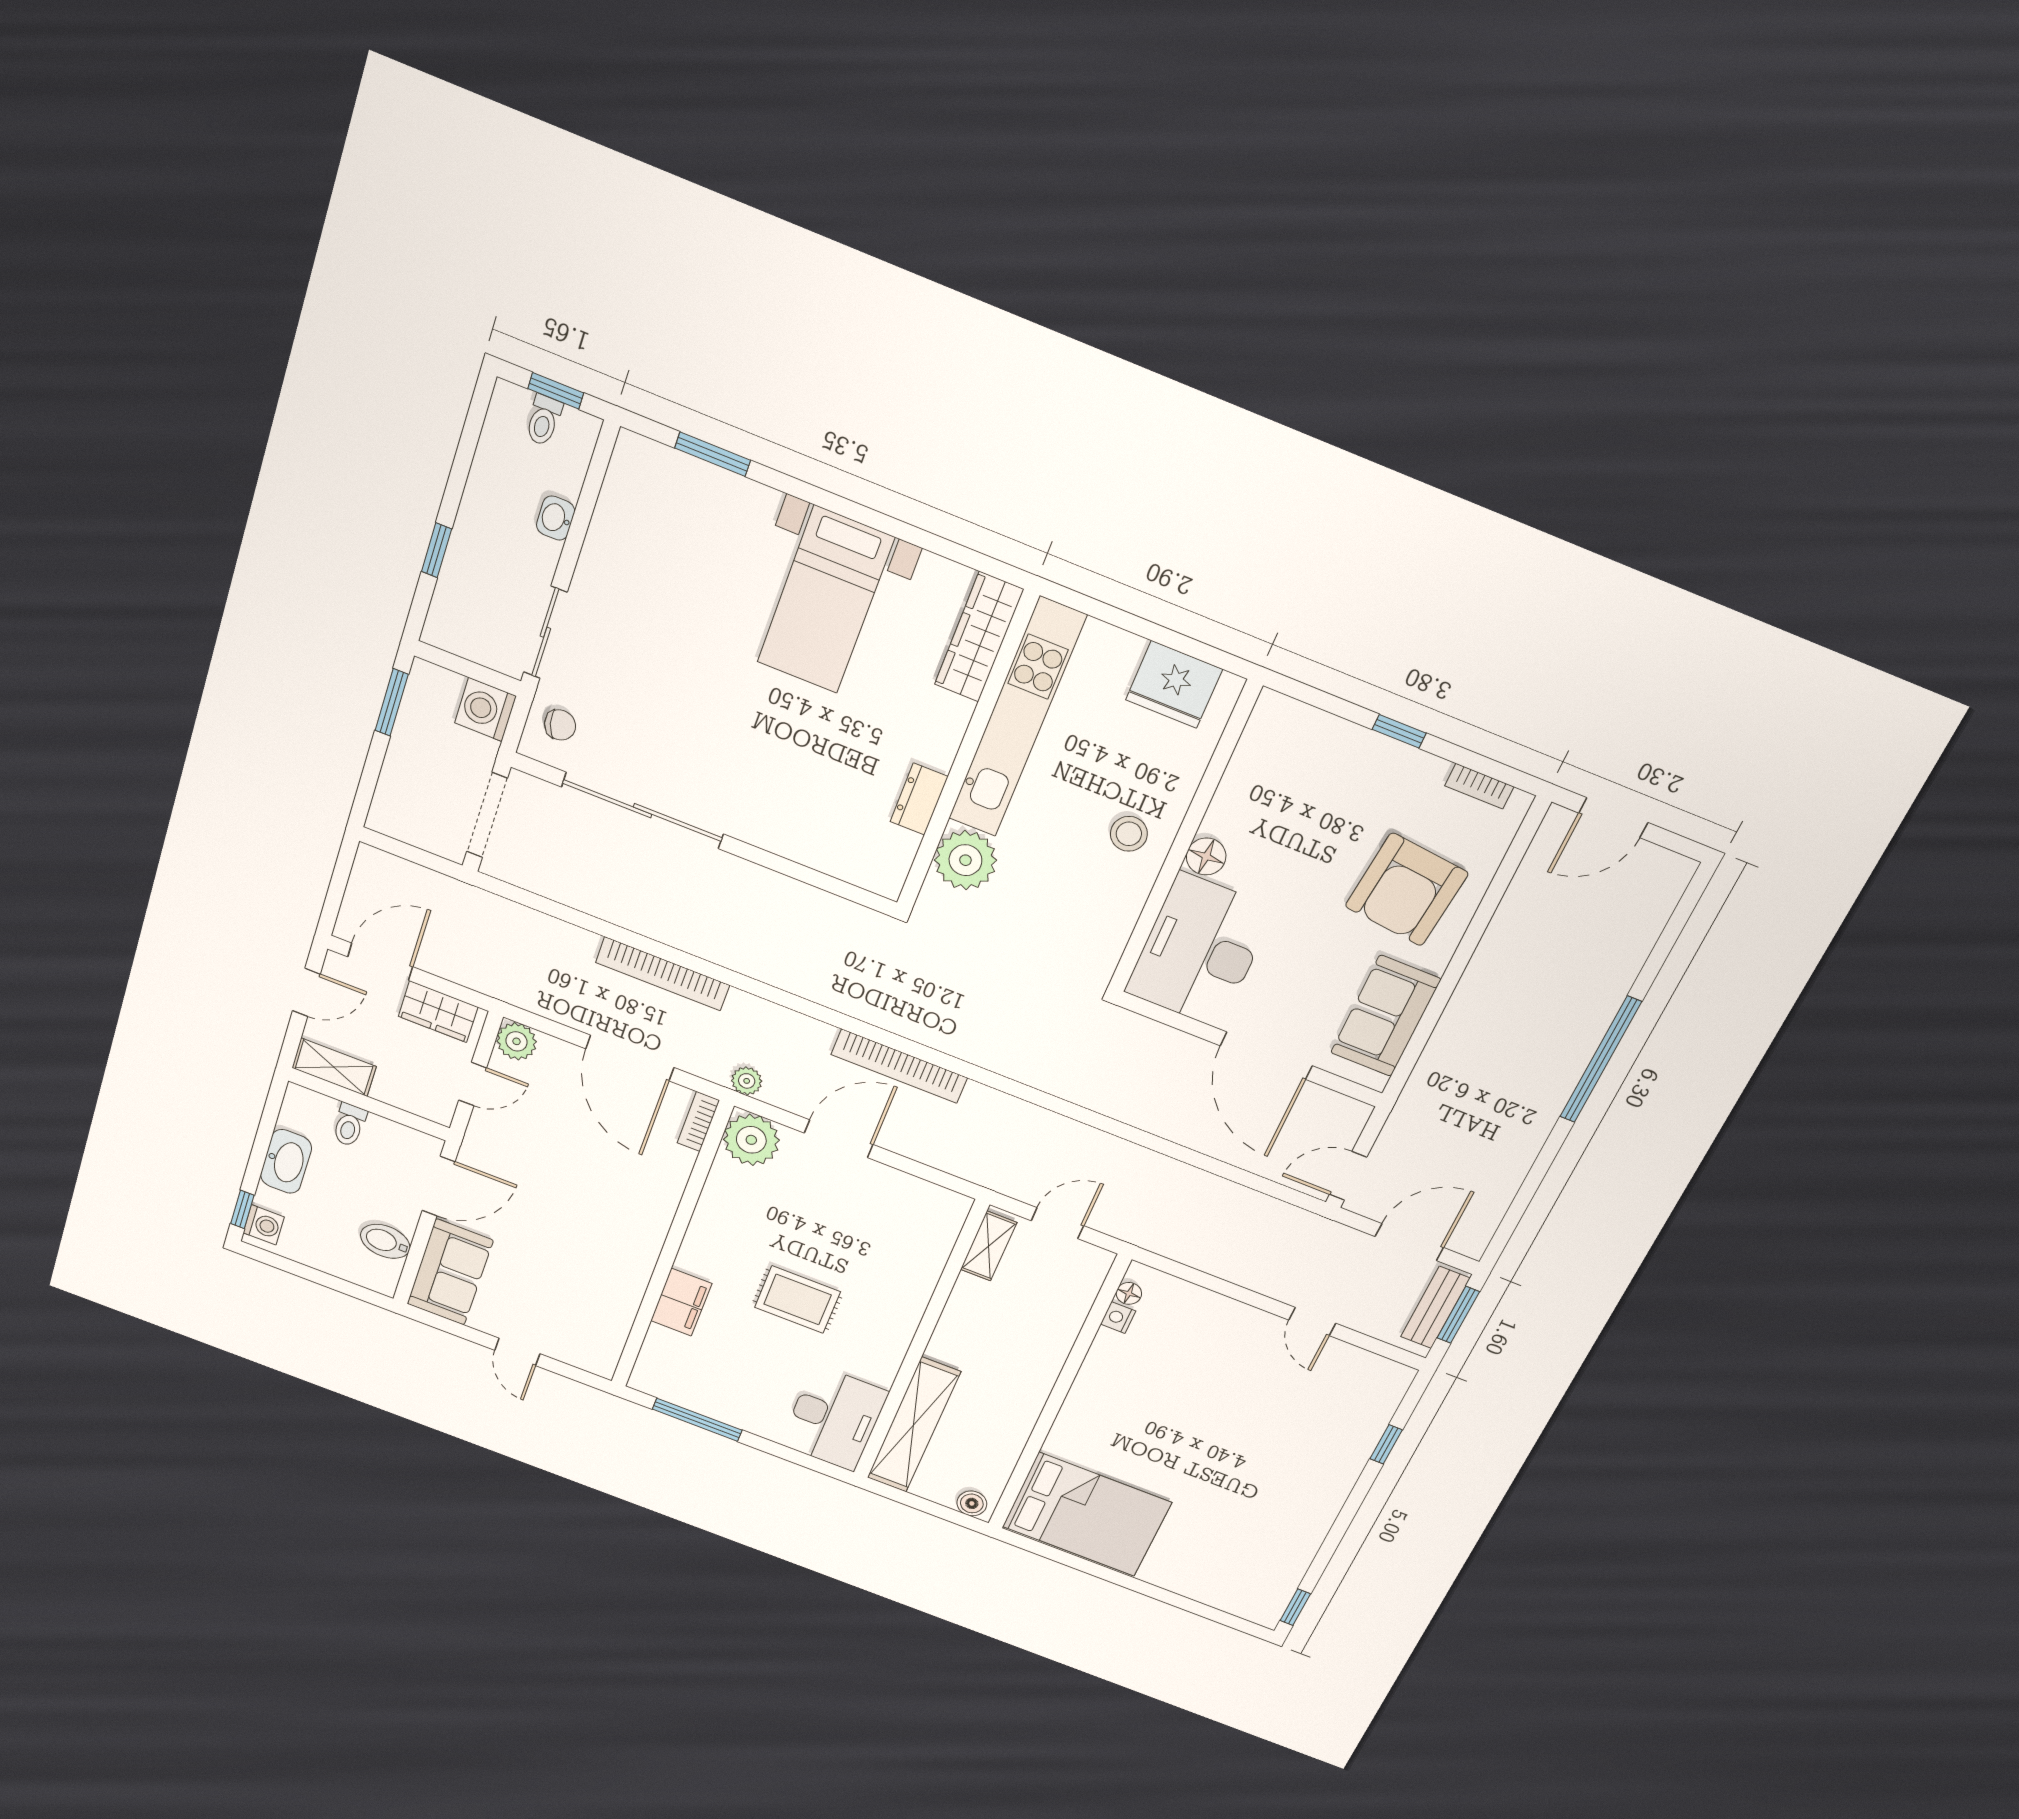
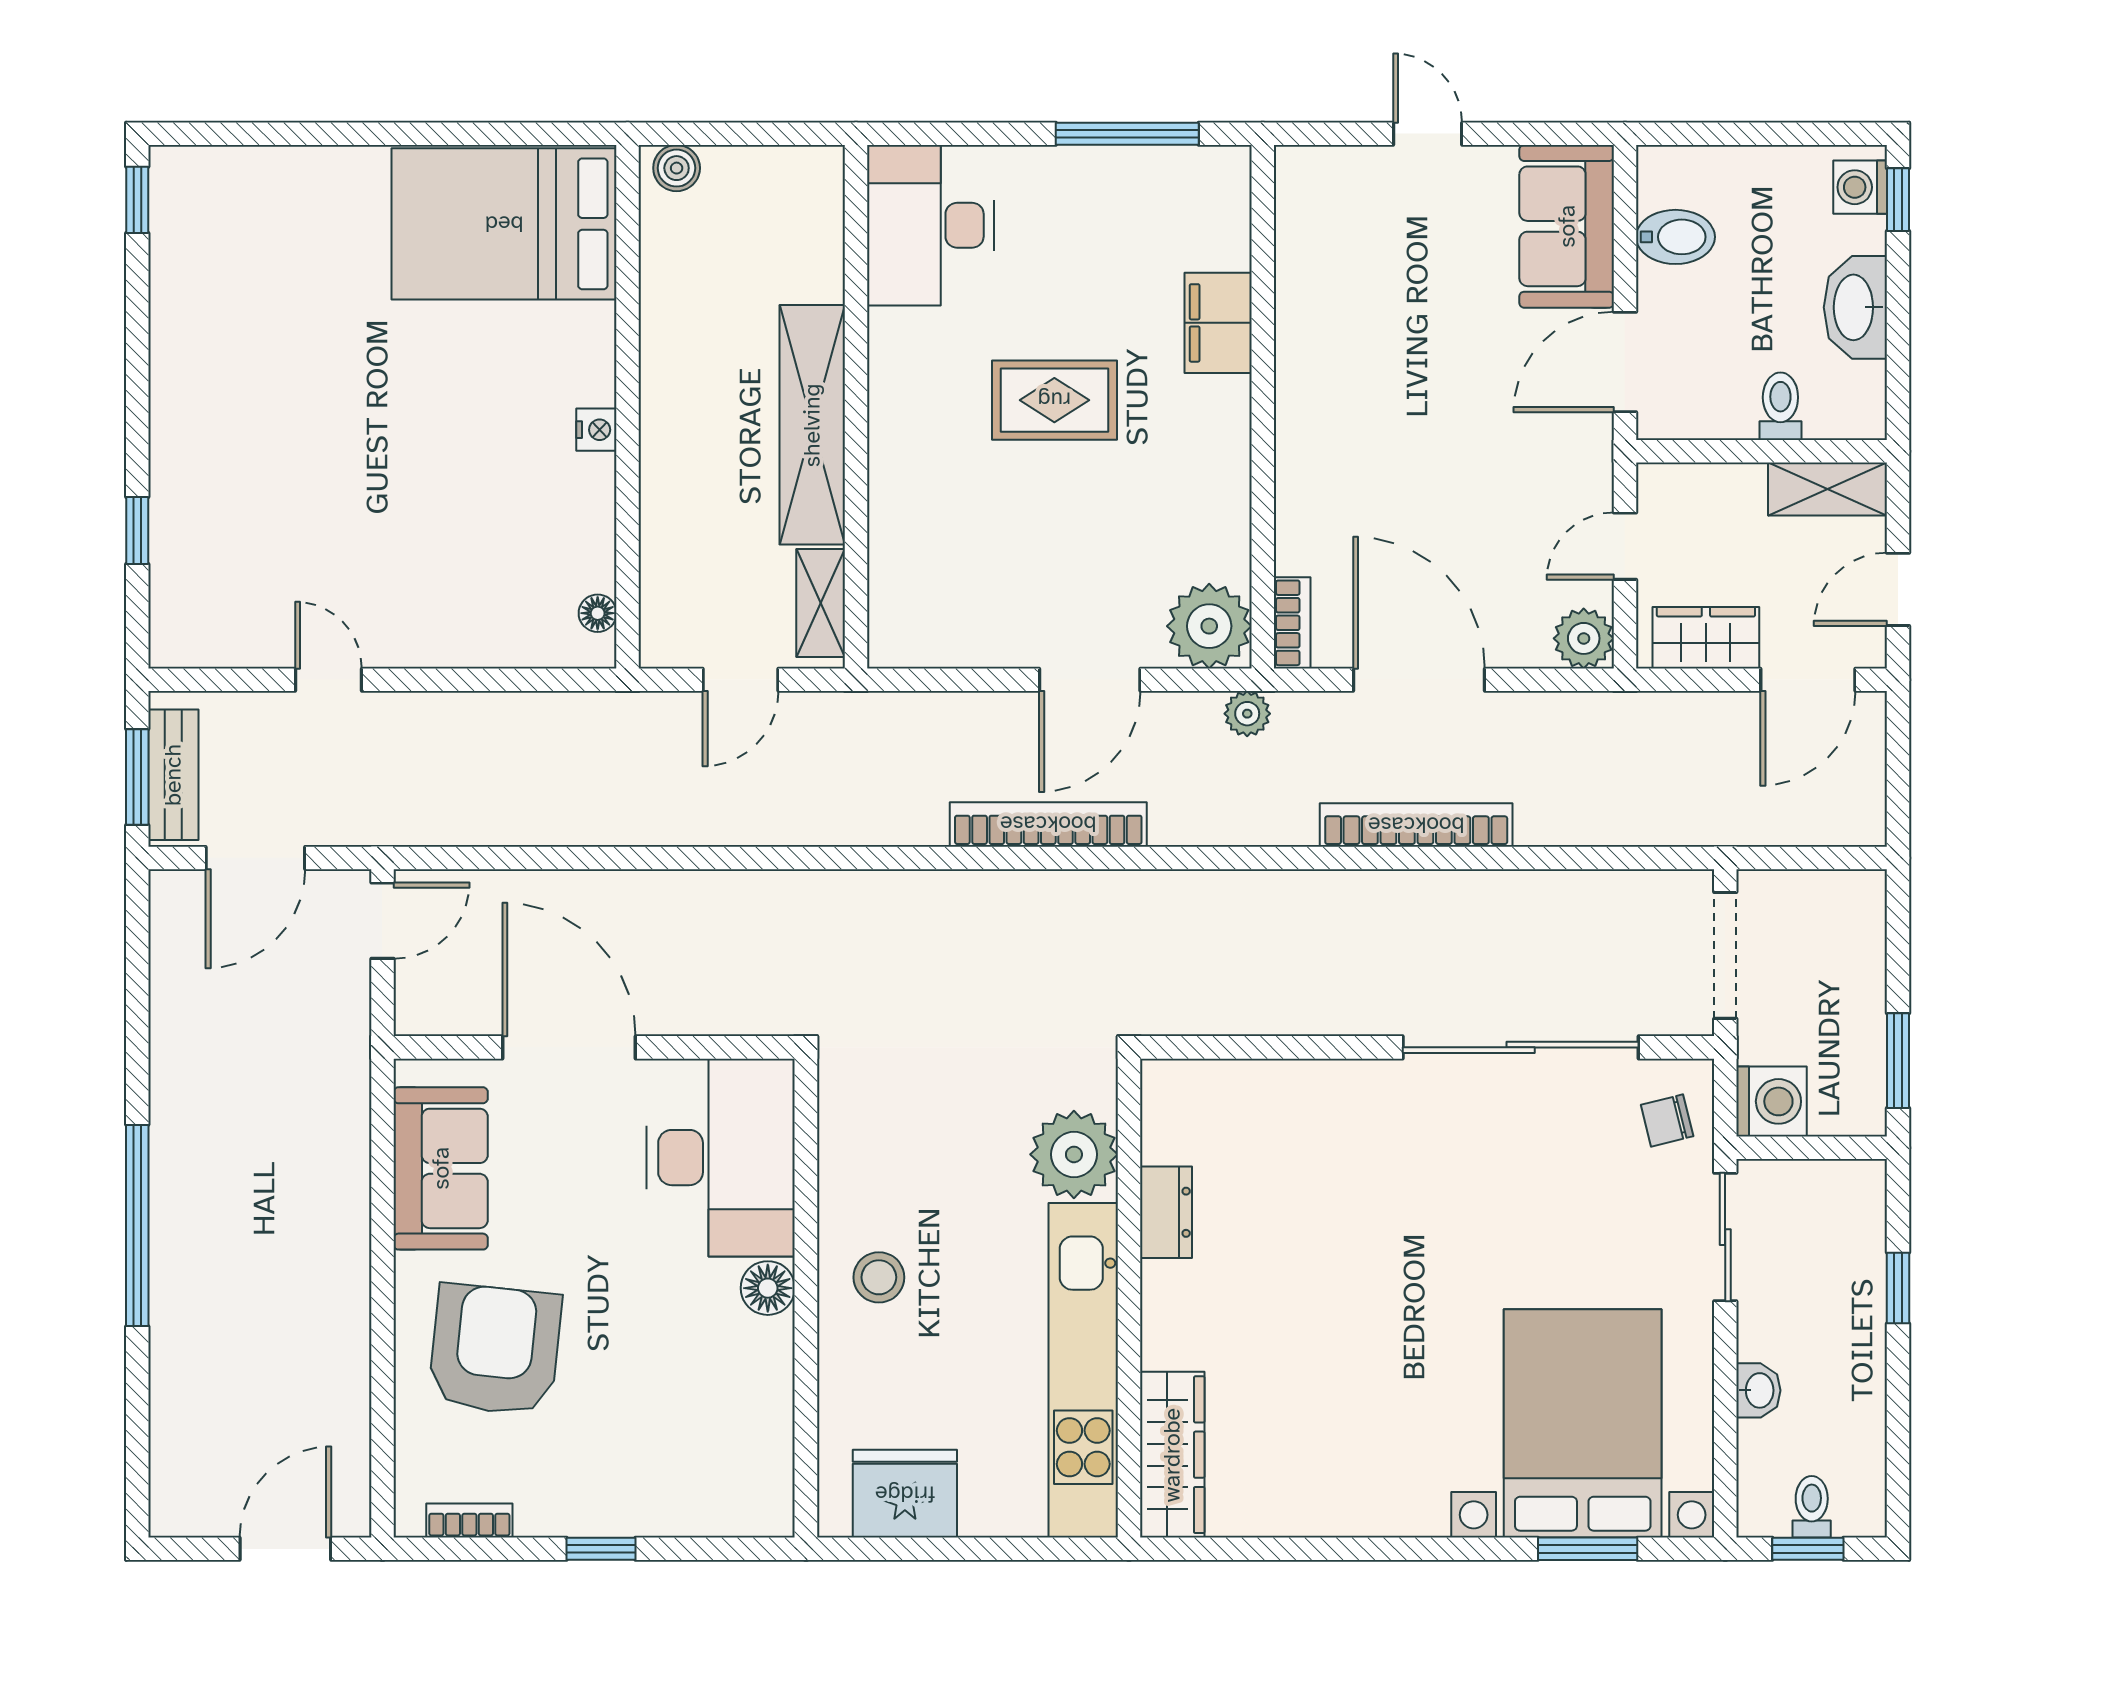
bed with nightstands: (825, 600) -> (1583, 1423), moved, width x1.36
nightstand: (1118, 1318) -> (596, 430), moved
shelving: (914, 1425) -> (812, 425), moved

